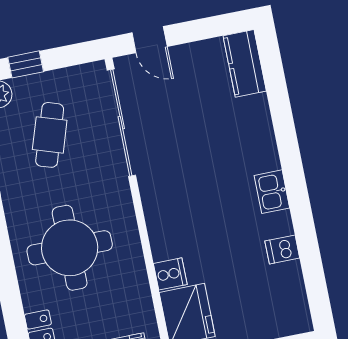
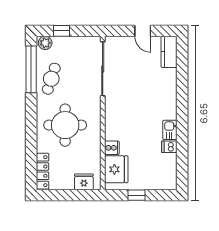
door: (150, 40) -> (143, 31), moved
cafe table: (50, 135) -> (51, 79), moved
kitchen sink: (272, 192) -> (170, 130), moved

